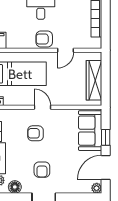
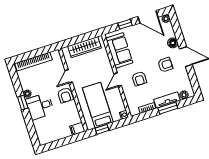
door: (65, 50) -> (69, 76), swing flipped
sofa: (90, 131) -> (119, 50), moved, turned -90
floor lamp: (15, 187) -> (173, 43), moved

